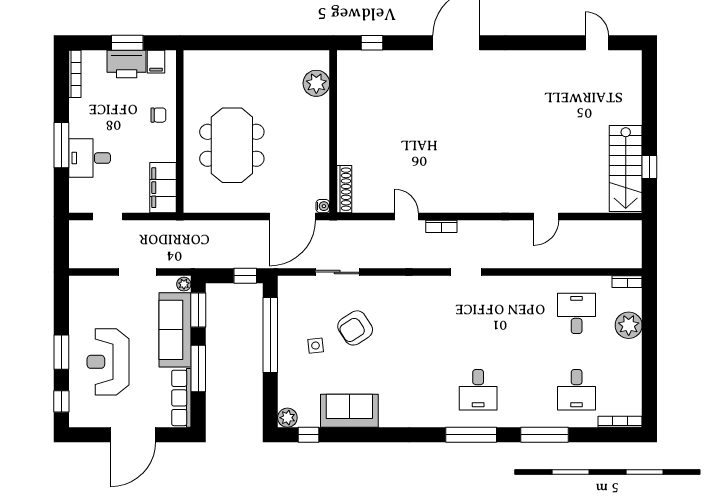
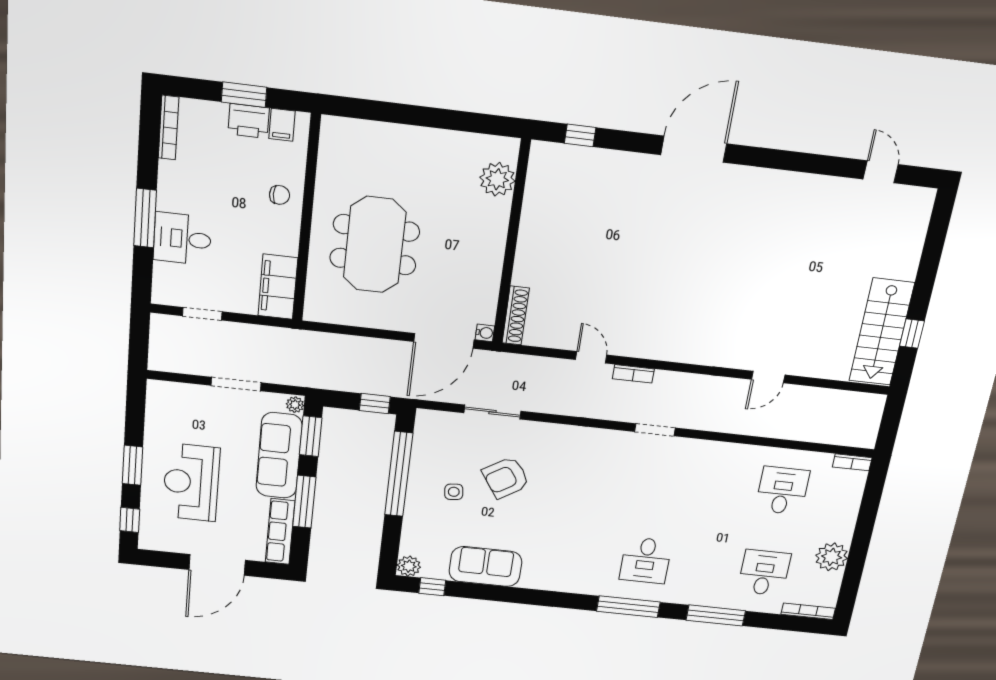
printer: (127, 64) -> (249, 121), width x0.73, depth x0.84
plant: (629, 325) -> (832, 557), moved
desk: (577, 390) -> (764, 573), turned 180

